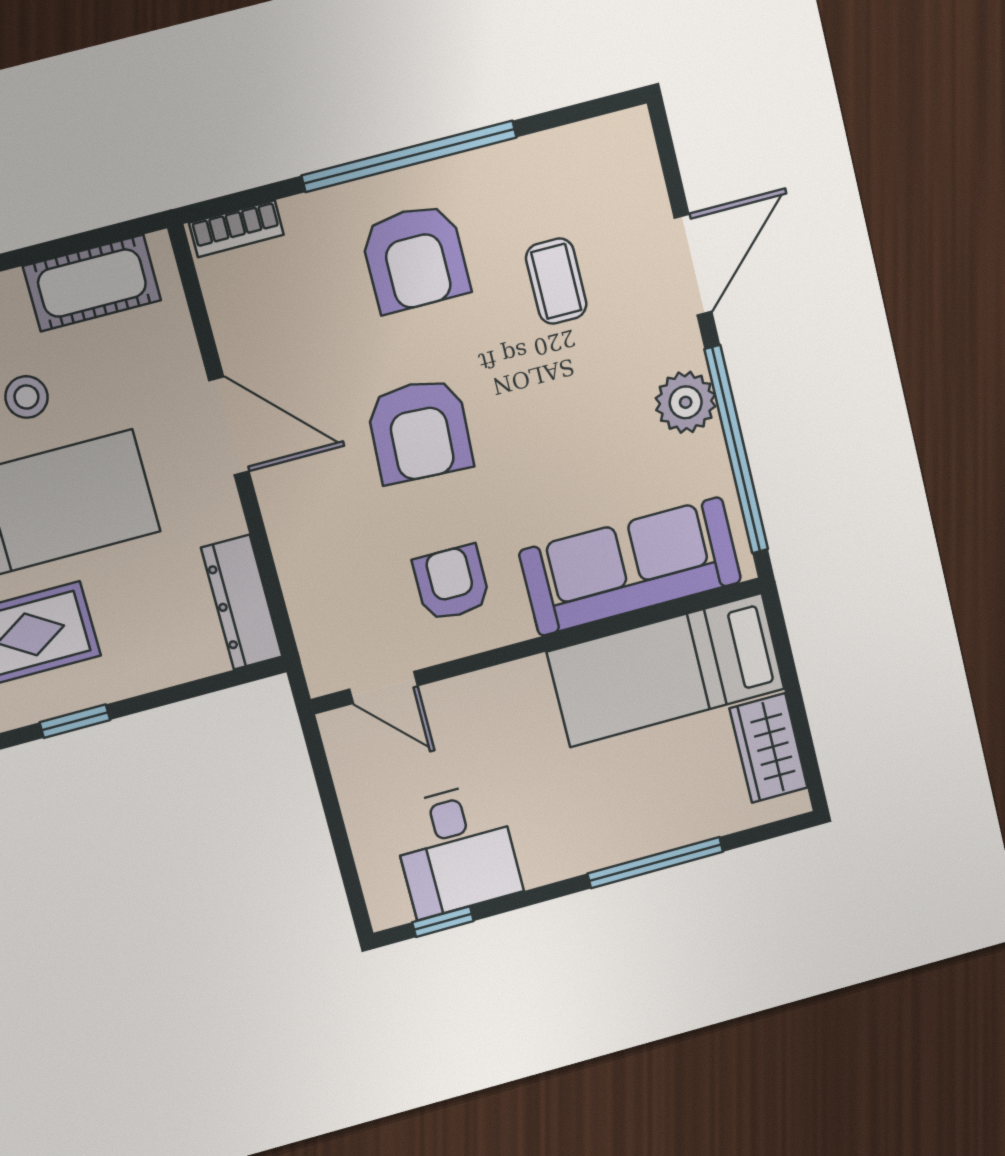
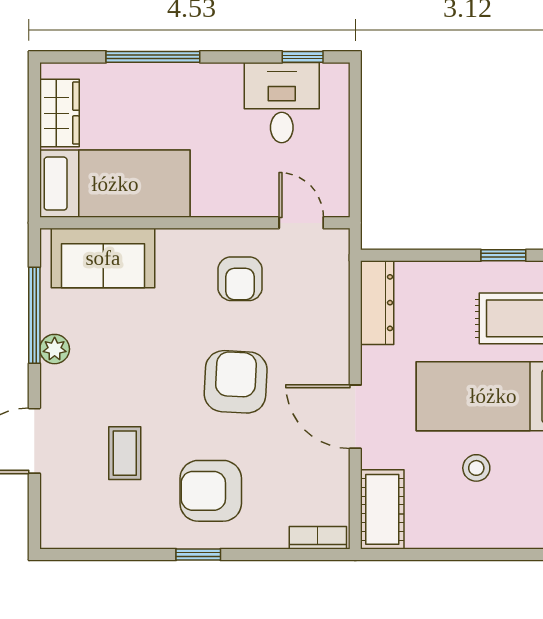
window: (409, 156) -> (198, 554), width x0.32
armchair: (415, 258) -> (211, 491), turned -90
cot: (92, 283) -> (382, 509), moved, turned 90
plant: (686, 402) -> (55, 349), width x0.73, depth x0.73
window: (736, 450) -> (34, 315), width x0.68
sofa: (630, 566) -> (103, 258), width x0.73

